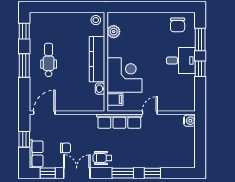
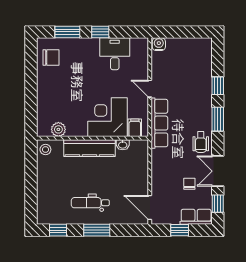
desk: (181, 60) -> (115, 54), moved

